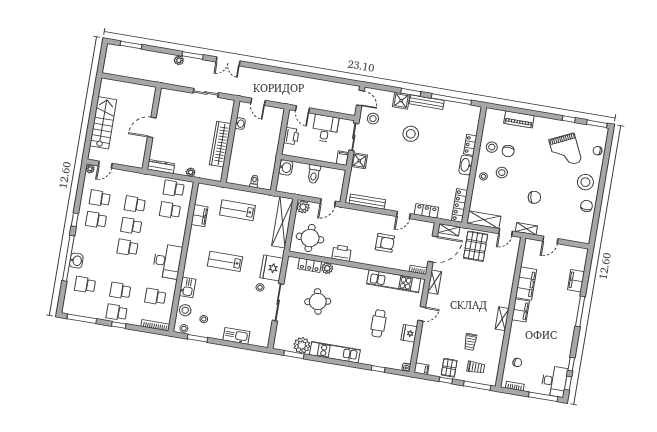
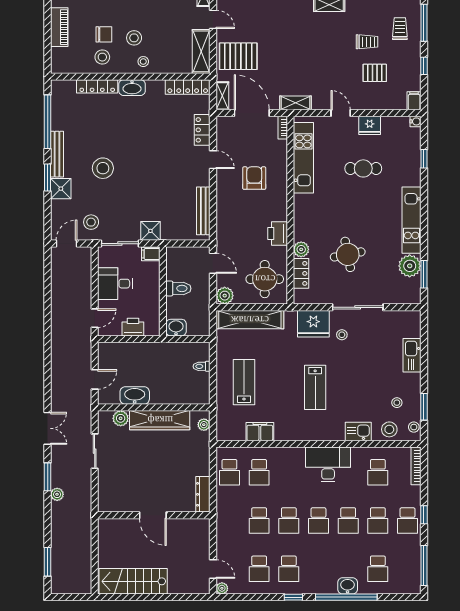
plant: (226, 116) -> (121, 418), added
stairs: (103, 123) -> (133, 581), moved
washbasin: (240, 124) -> (135, 396), width x1.91, depth x1.45
locker: (470, 145) -> (97, 86), width x1.53
plant: (191, 172) -> (204, 425), moved
lab bench: (238, 210) -> (244, 382), turned 180
school desk: (124, 269) -> (348, 521), added
pallet: (449, 368) -> (375, 73), moved

